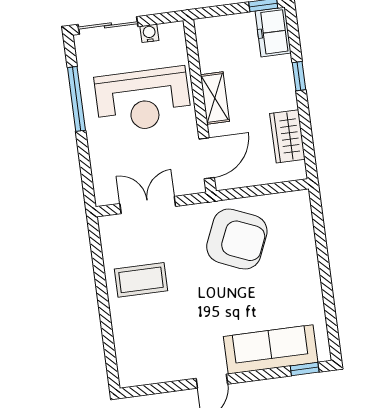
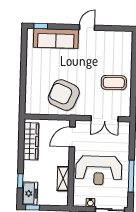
window: (299, 76) -> (20, 181), moved
shelving: (215, 98) -> (63, 179), moved
reception desk: (143, 100) -> (99, 170), turned 180
wardrobe: (287, 136) -> (31, 141), width x1.50

